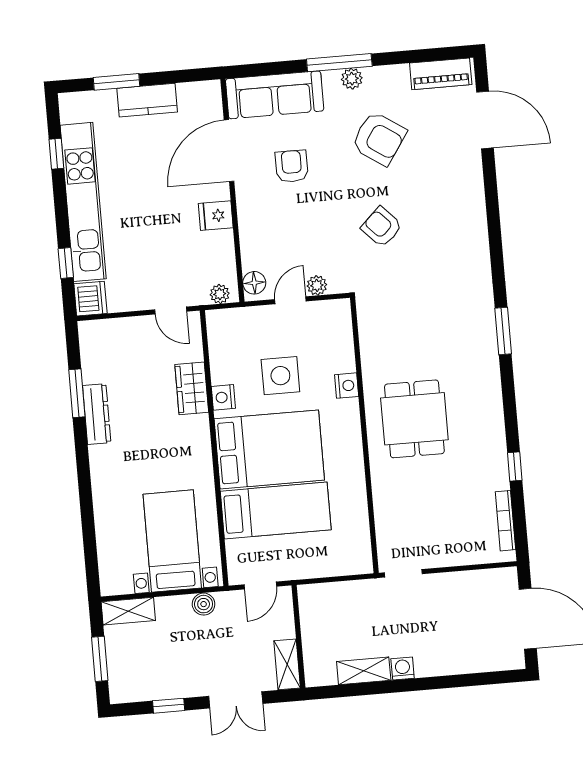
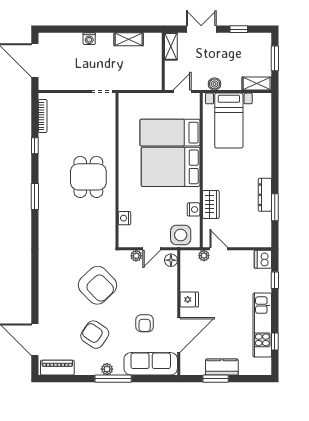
window: (116, 82) -> (216, 379), moved
kitchen unit: (83, 202) -> (262, 325), width x0.73
armchair: (382, 227) -> (97, 285), width x1.88, depth x1.88
plant: (220, 294) -> (204, 256), moved
window: (503, 331) -> (35, 197), moved
side table: (280, 376) -> (181, 235), moved
nightstand: (347, 386) -> (125, 218), moved
nightstand: (223, 397) -> (194, 209), moved
washing machine: (403, 669) -> (89, 39), moved

